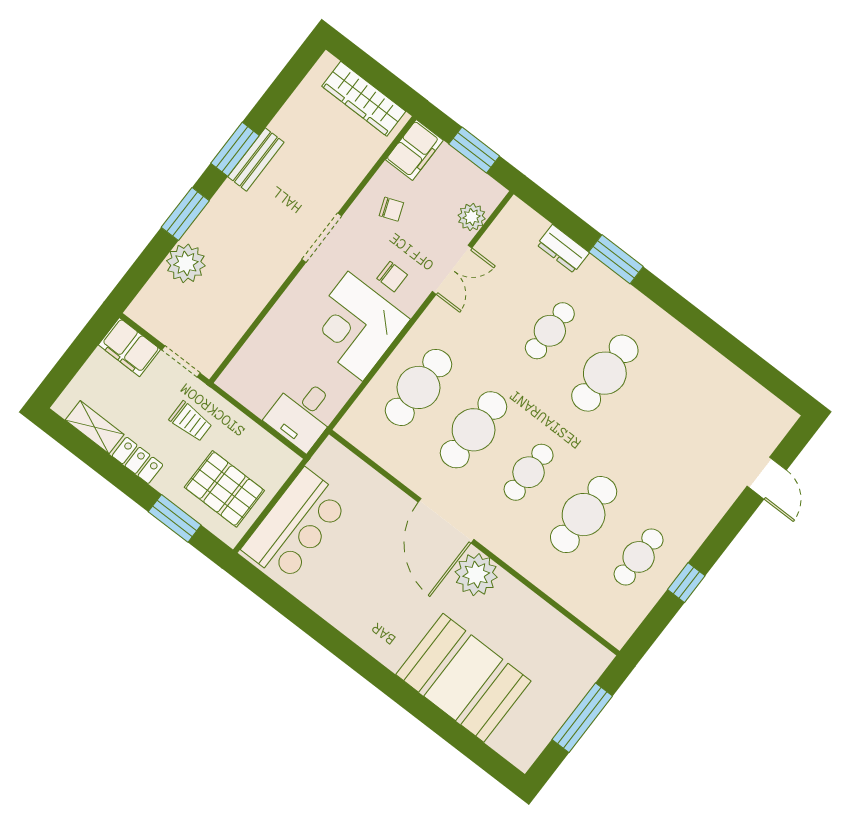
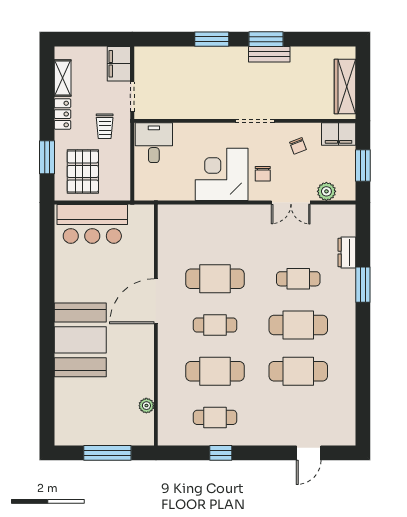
plant: (186, 263) -> (186, 60), removed
cafe table: (419, 387) -> (298, 371), moved
desk: (303, 414) -> (154, 143), moved, turned 90
plant: (476, 575) -> (146, 406), moved, width x0.53, depth x0.53
booth: (463, 678) -> (80, 340), moved

